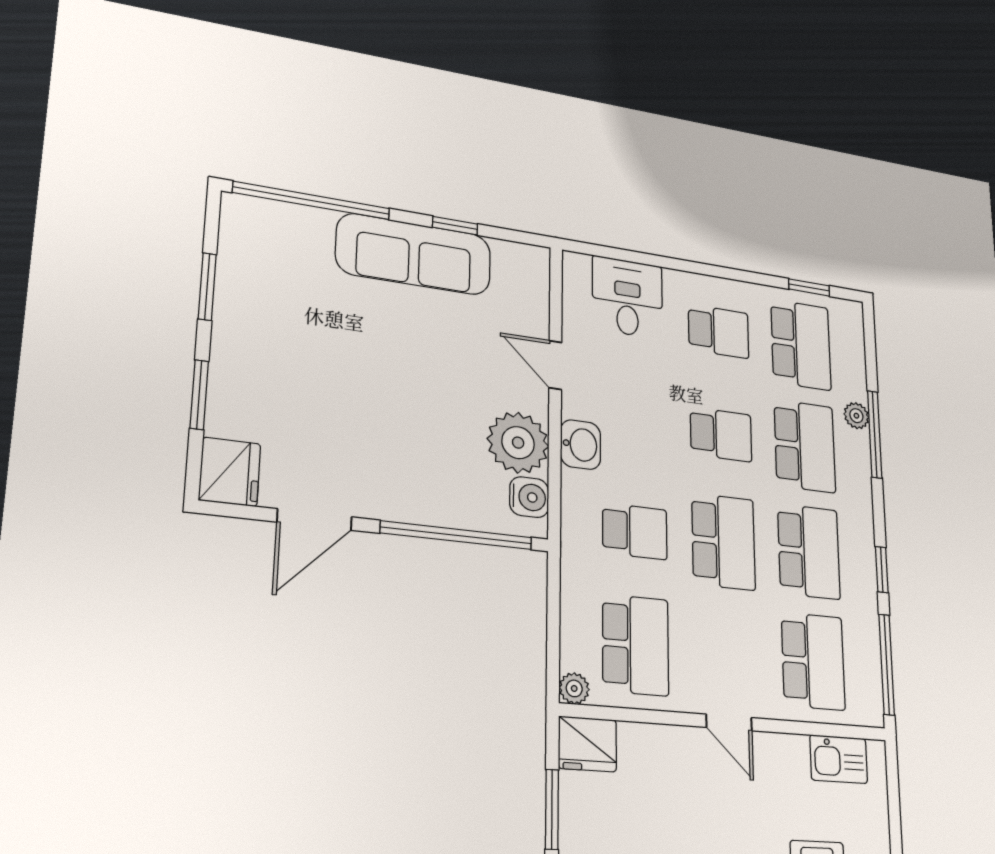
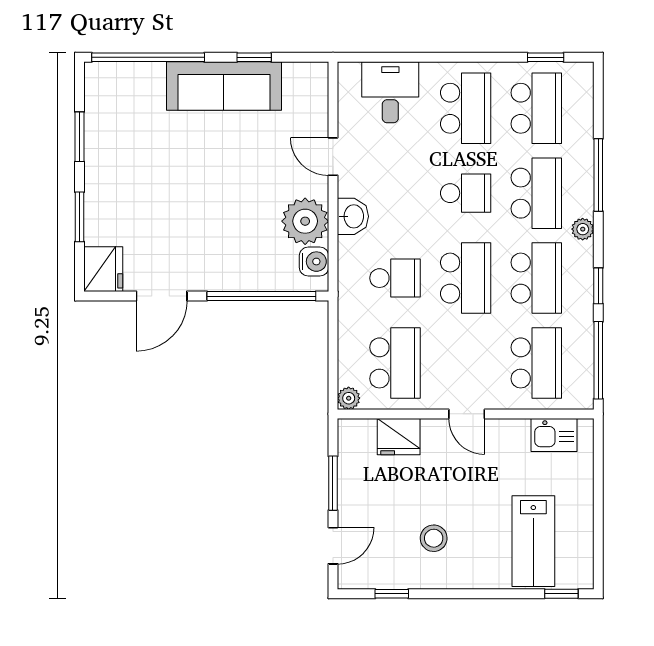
school desk: (719, 331) -> (466, 108), width x1.85
plant: (856, 416) -> (583, 229), moved
fridge: (588, 744) -> (399, 437), moved

